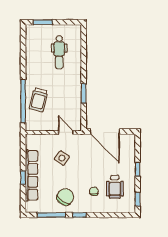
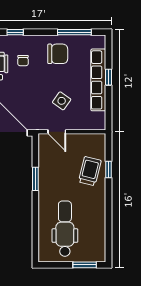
dental chair: (59, 52) -> (65, 229), width x1.36, depth x1.38
window: (23, 101) -> (108, 170), width x0.32
chair: (65, 197) -> (58, 54), turned -125
window: (79, 215) -> (15, 32), moved

